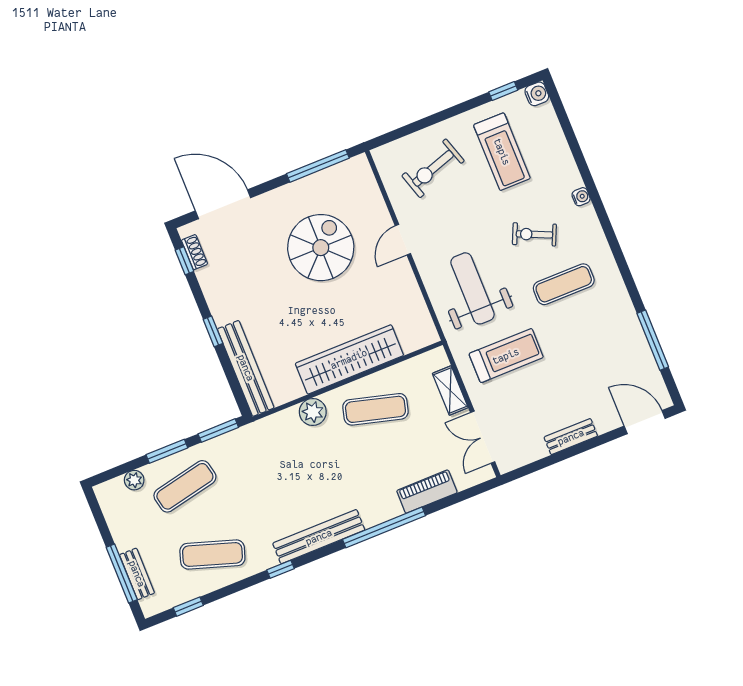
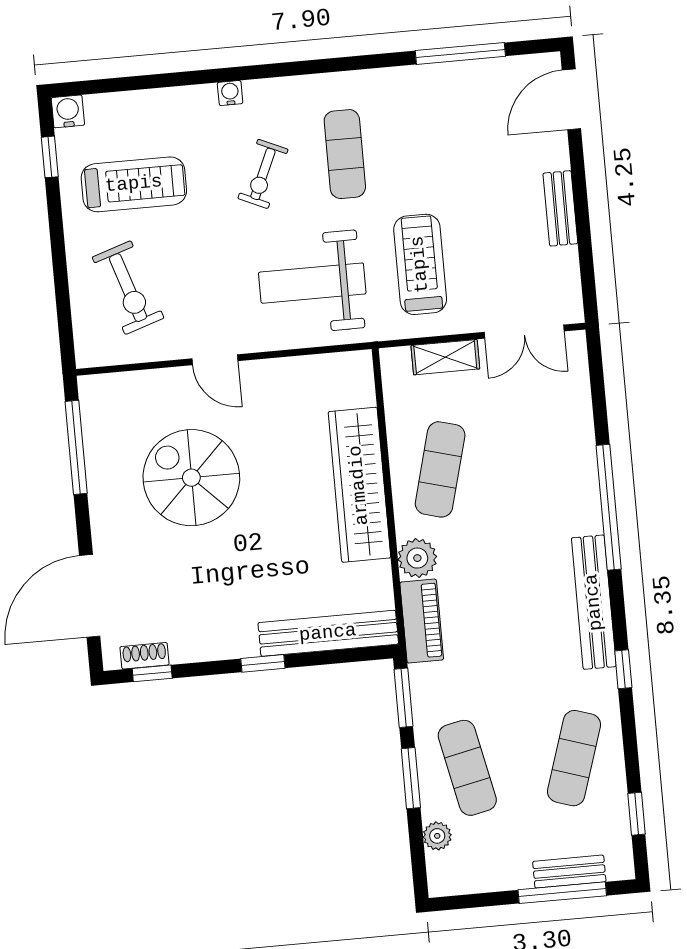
piano: (427, 492) -> (422, 621), moved, turned 180

